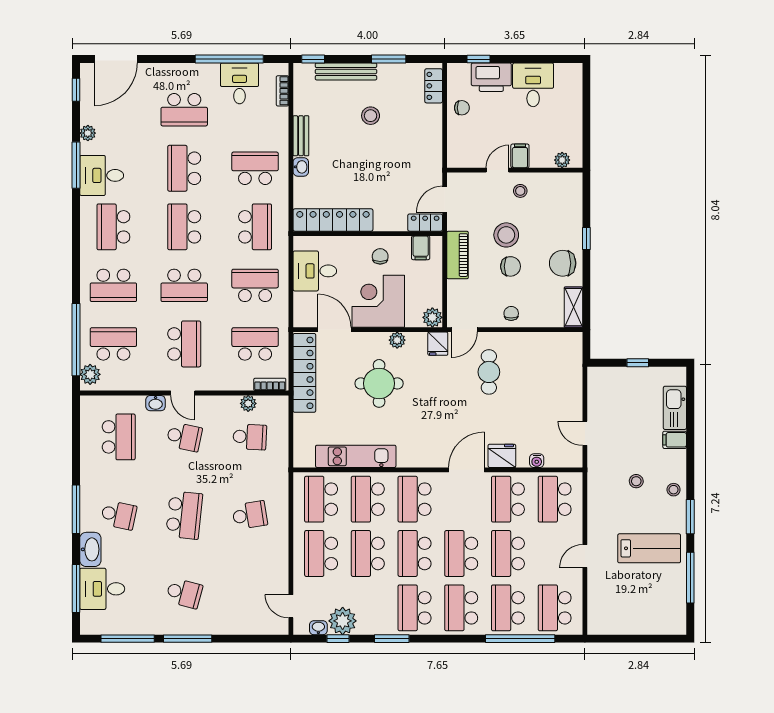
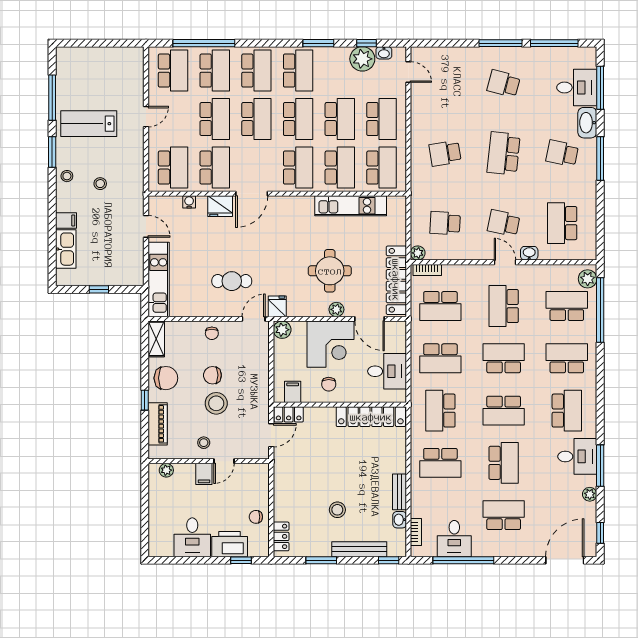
washbasin: (301, 167) -> (400, 520), moved
school desk: (184, 227) -> (504, 411), turned 90
piano: (458, 255) -> (158, 424), moved, turned 180
plant: (397, 340) -> (336, 309), moved
school desk: (113, 344) -> (567, 306), turned 180
cafe table: (489, 372) -> (232, 281), turned 90
kitchen unit: (571, 374) -> (159, 279), added
plant: (248, 403) -> (418, 253), moved

